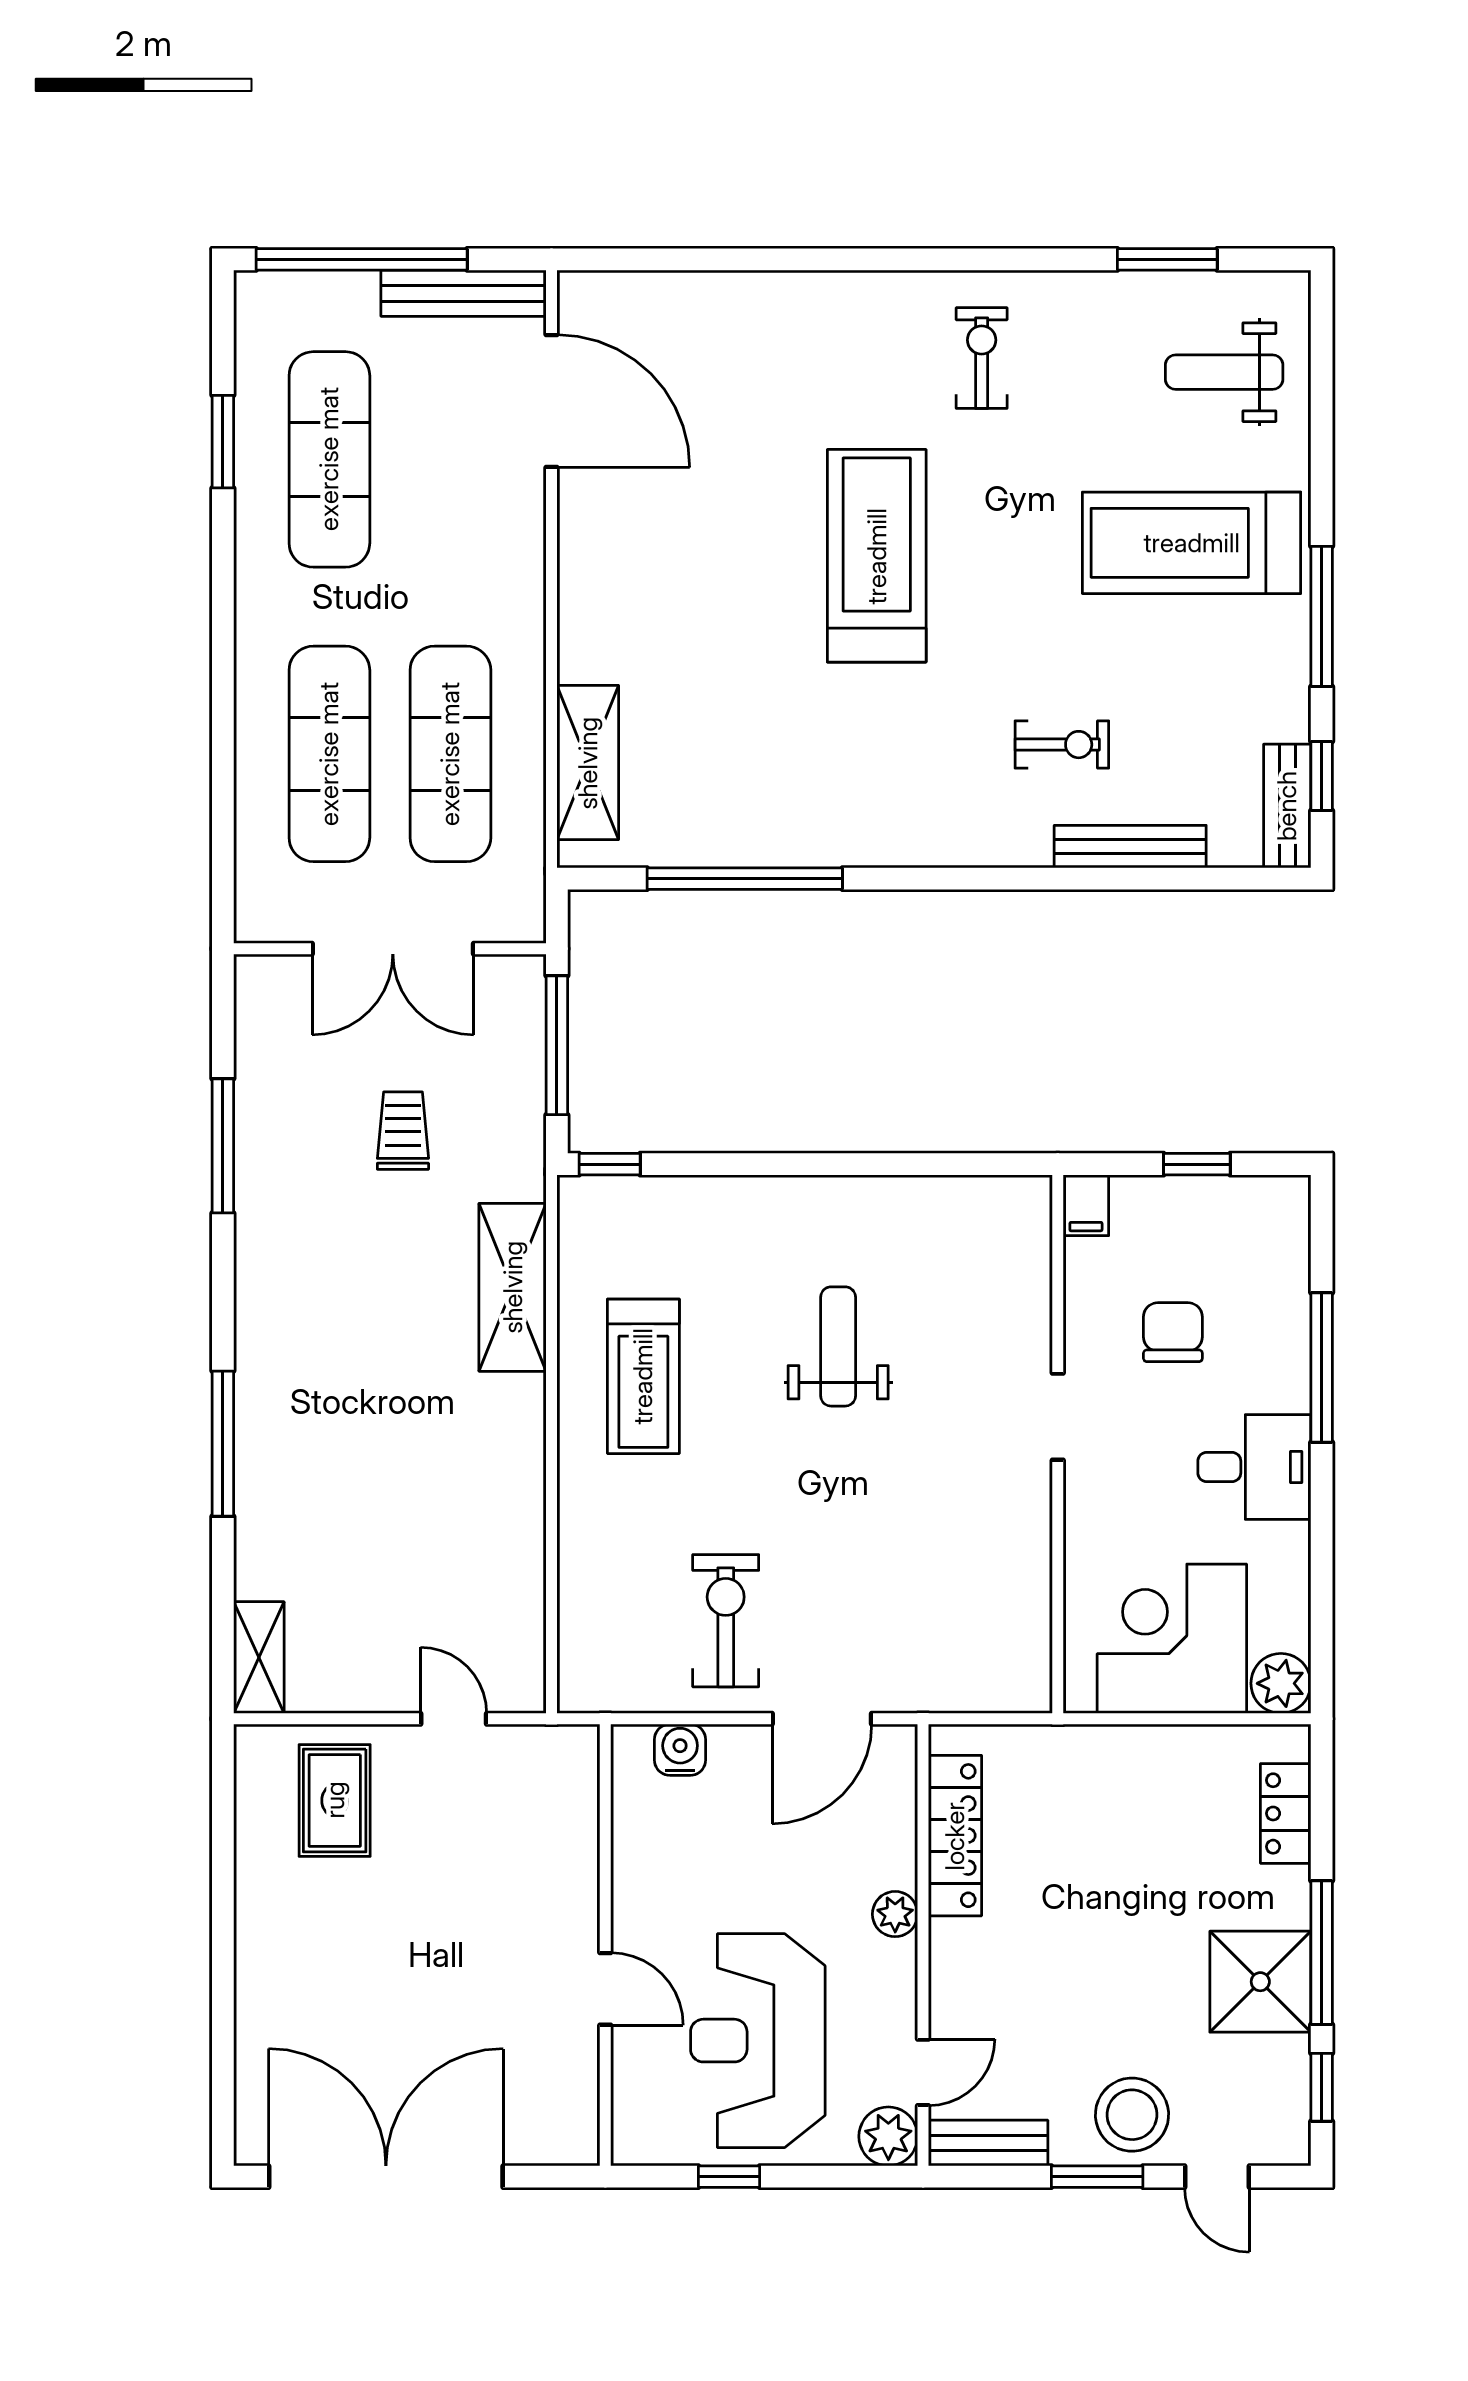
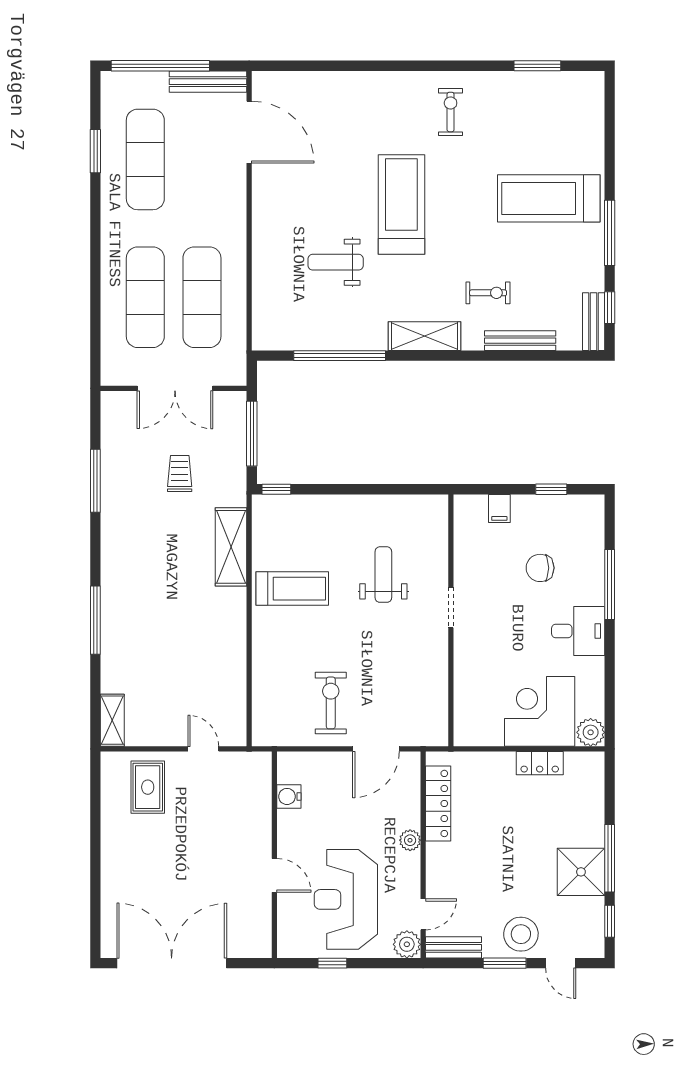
weight bench: (1224, 372) -> (336, 262), moved
shelving: (588, 763) -> (425, 336), moved, turned 90
chair: (1173, 1332) -> (540, 568), turned -90
treadmill: (643, 1376) -> (292, 589), turned -90
doorway: (1058, 1417) -> (451, 607), moved
wall: (1058, 1444) -> (451, 620), moved
water cooler: (680, 1750) -> (289, 796), moved, turned -90
locker: (1286, 1813) -> (540, 763), moved, turned -90

